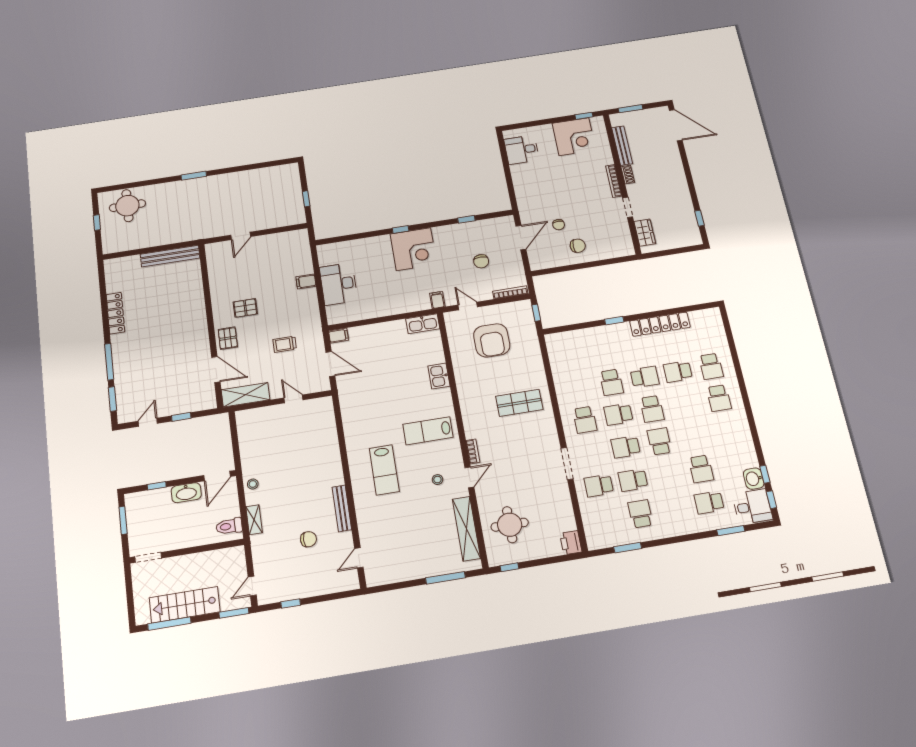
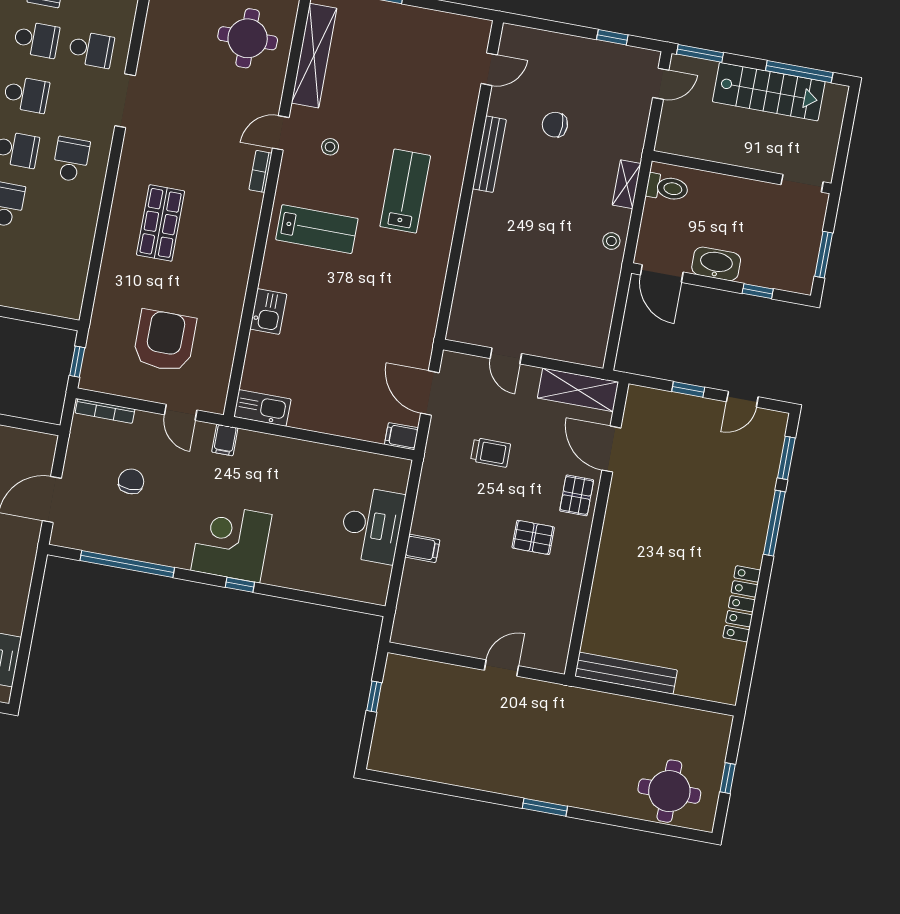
window: (466, 219) -> (127, 564), width x3.17
shop shelf: (519, 403) -> (161, 223), turned 90
door: (217, 476) -> (662, 273), swing flipped

